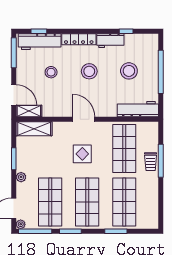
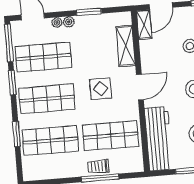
workbench: (138, 109) -> (158, 139), width x1.36, depth x1.32
shelving: (34, 129) -> (126, 46), moved
plant: (21, 224) -> (57, 22), moved

